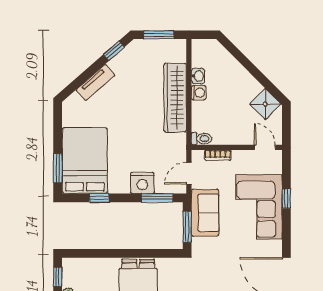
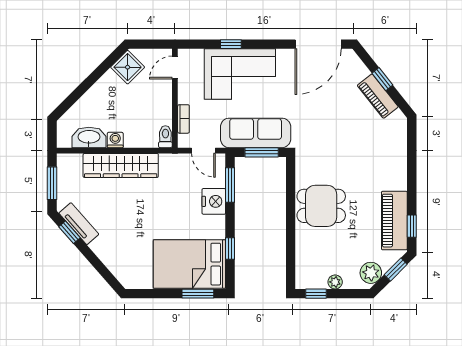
washbasin: (198, 76) -> (89, 137), width x1.91, depth x1.45
tv unit: (95, 82) -> (79, 224), moved
sofa: (205, 213) -> (256, 133), width x1.36

